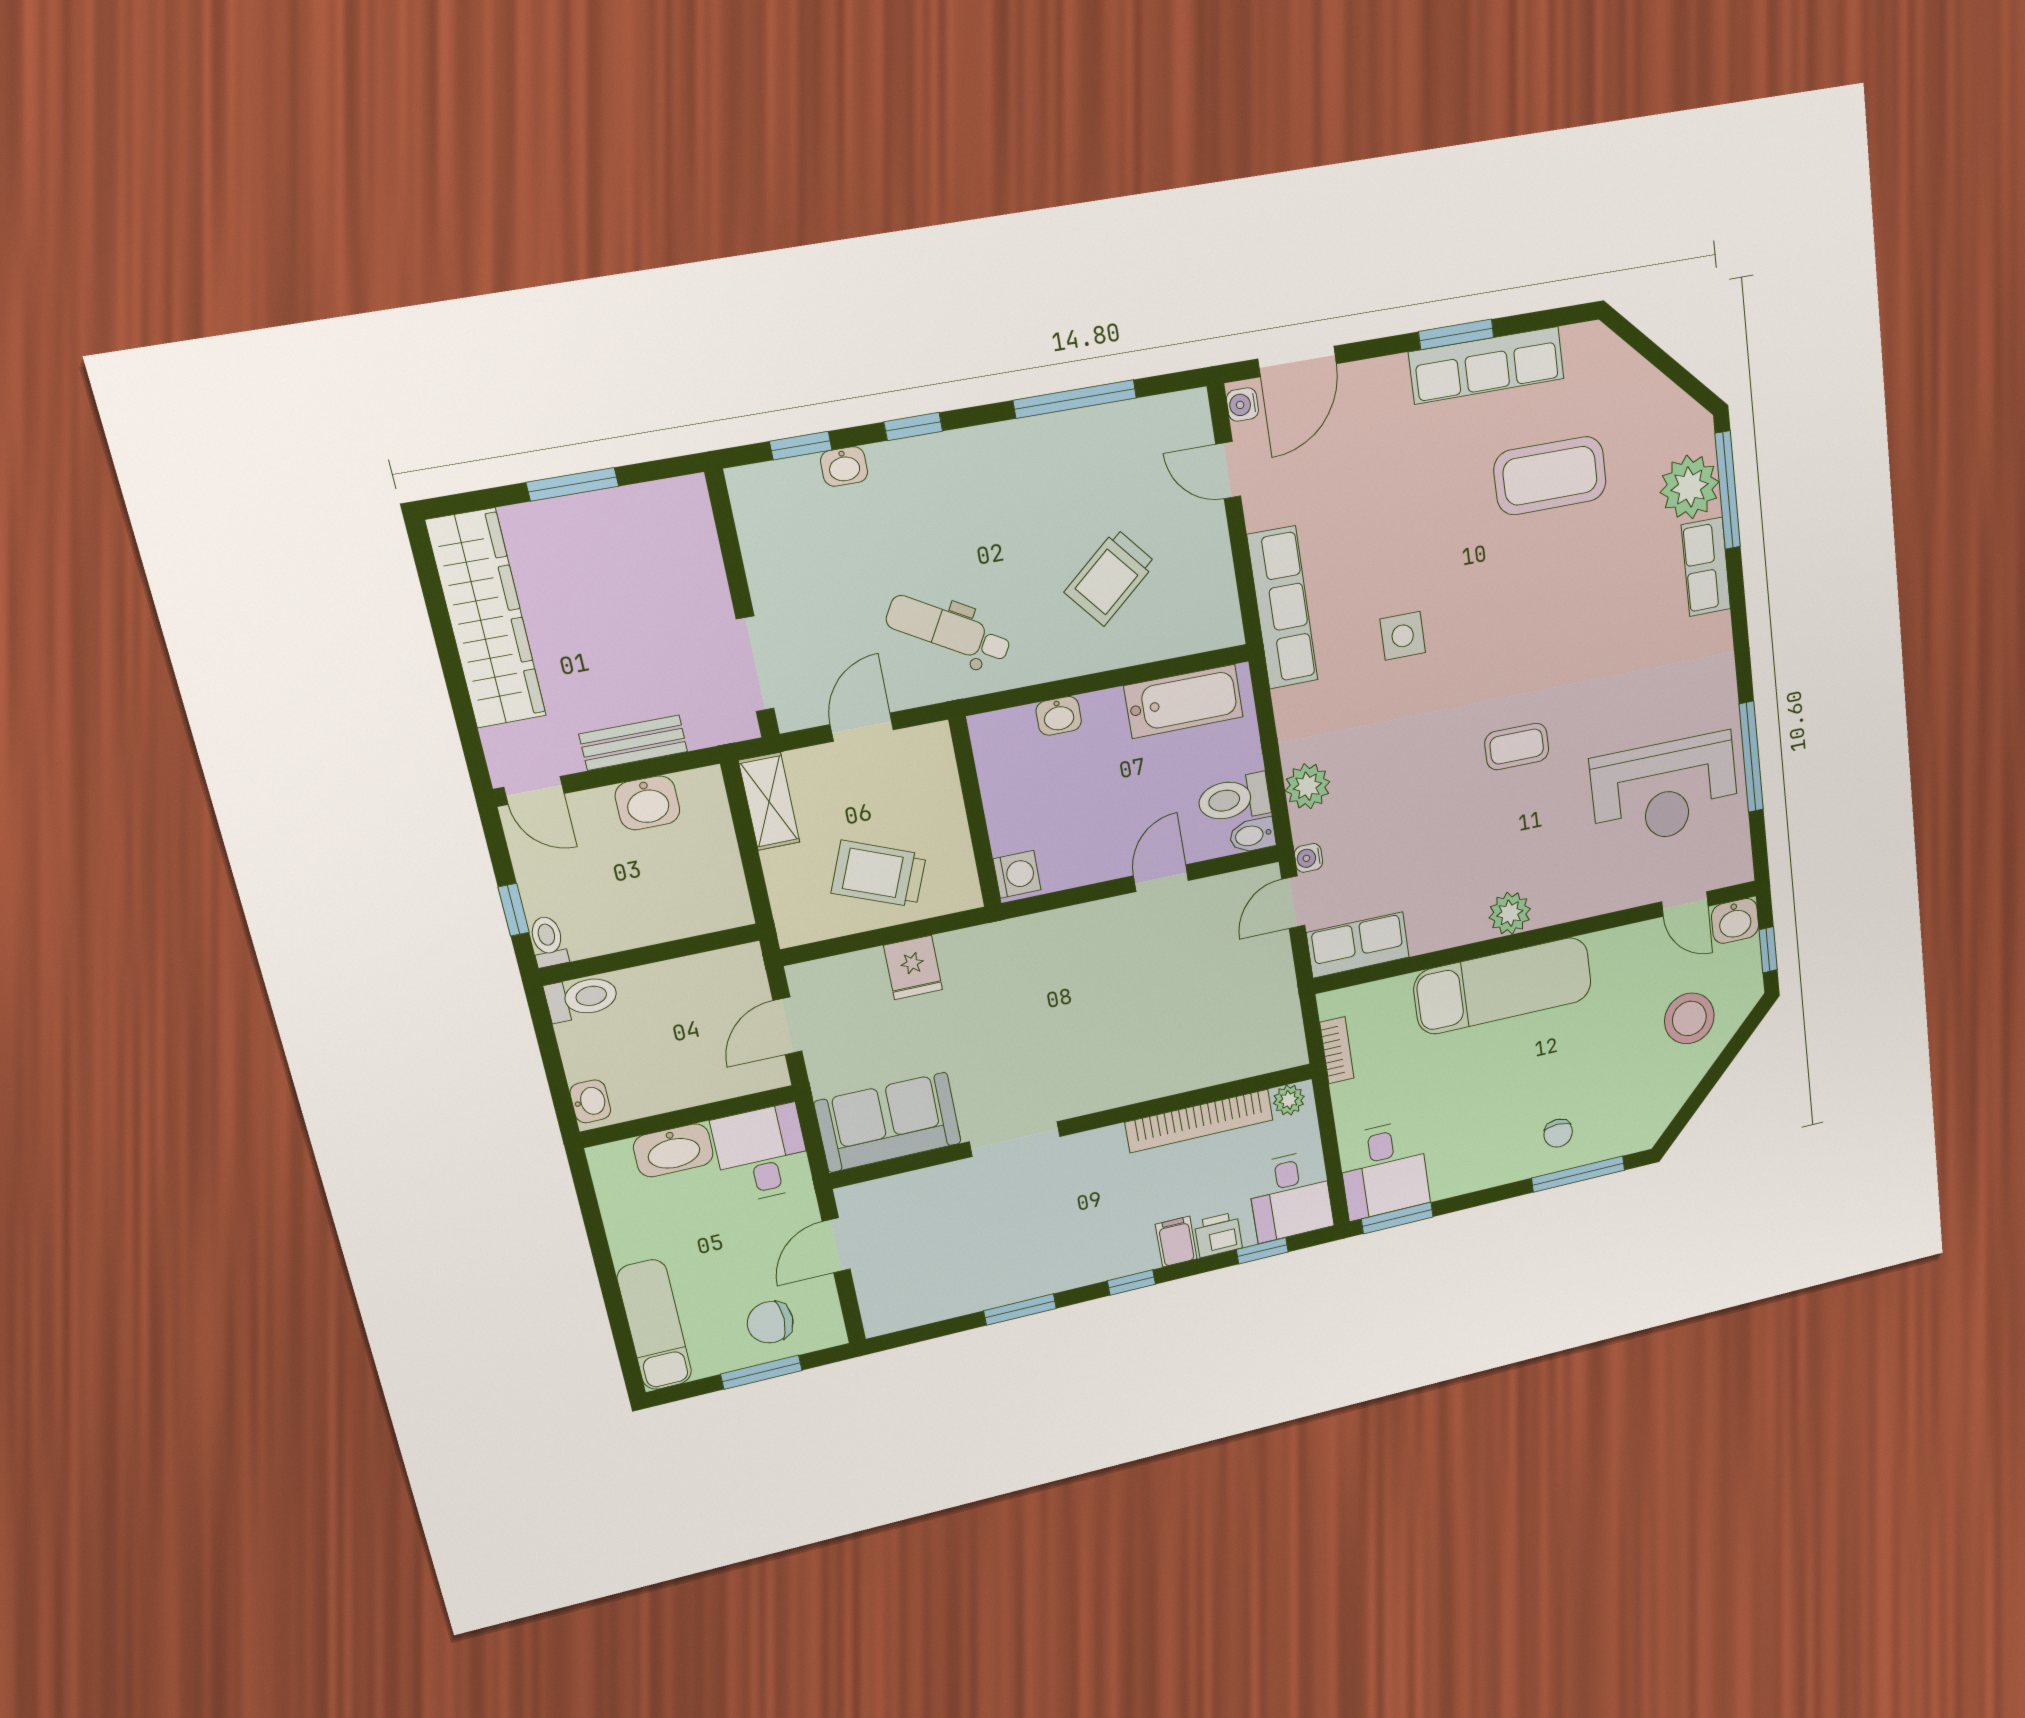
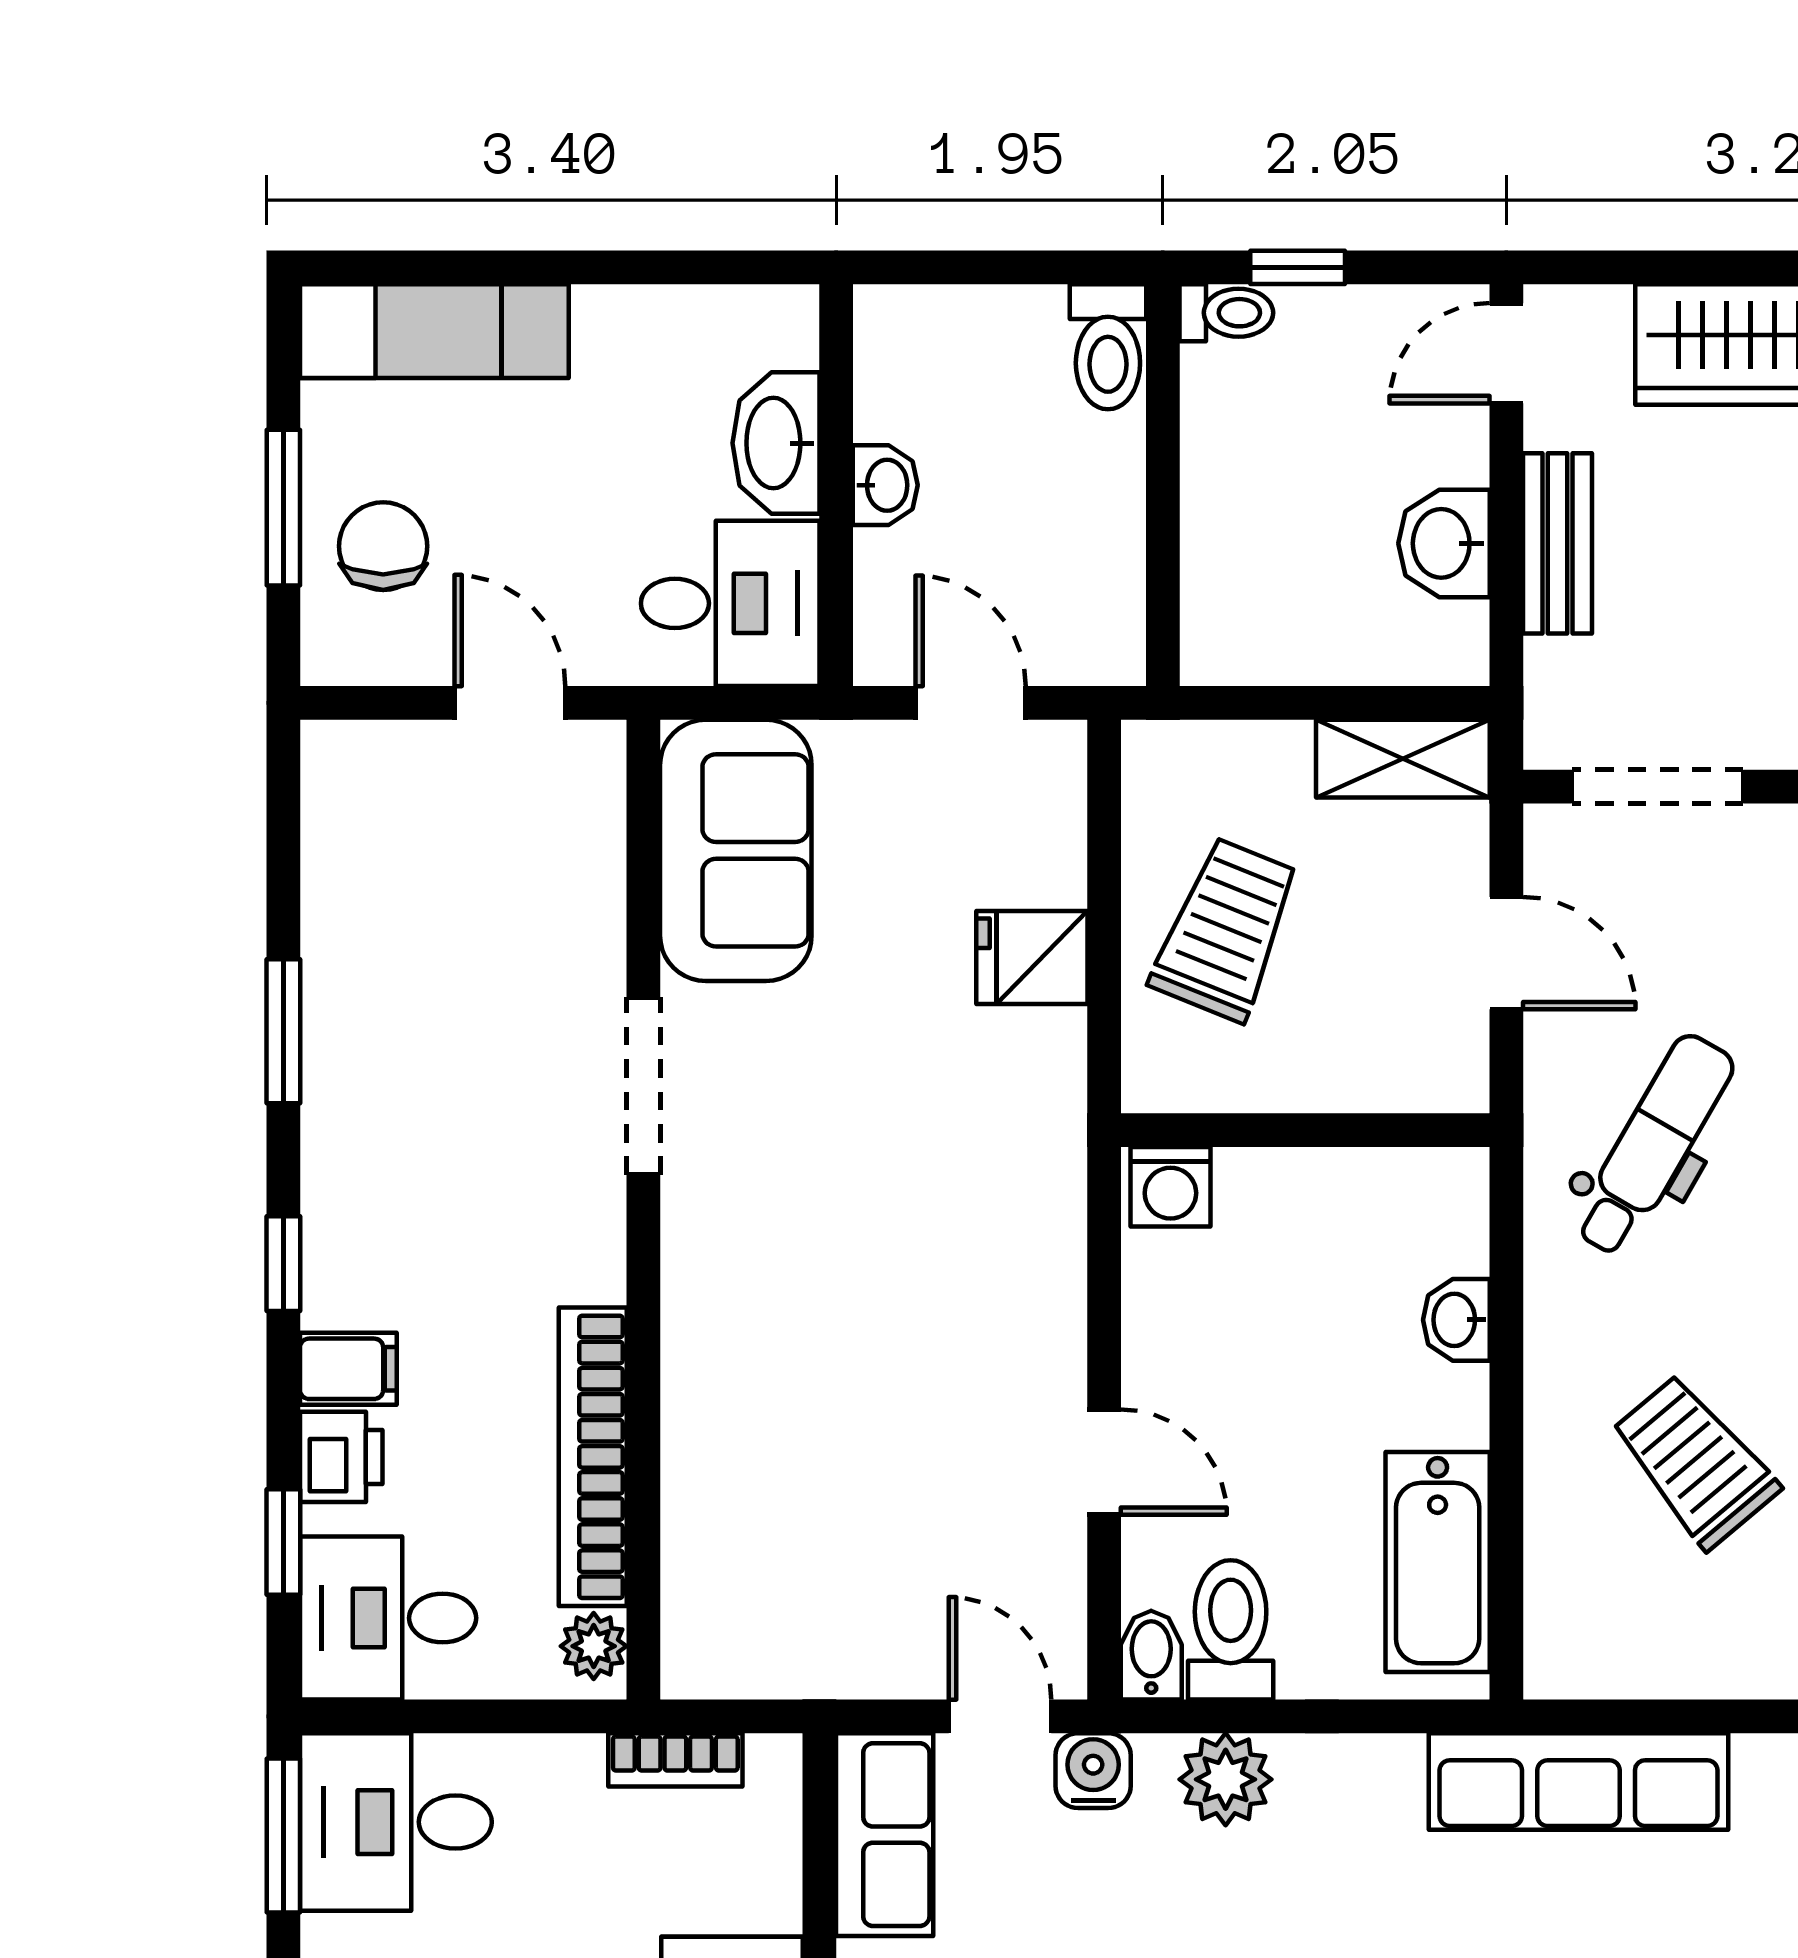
water cooler: (1309, 858) -> (1093, 1771), width x1.38, depth x1.38
washbasin: (590, 1101) -> (885, 485), moved, turned -90

